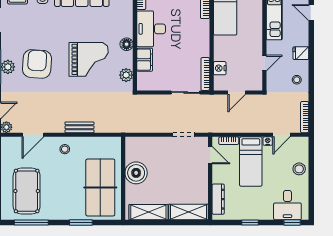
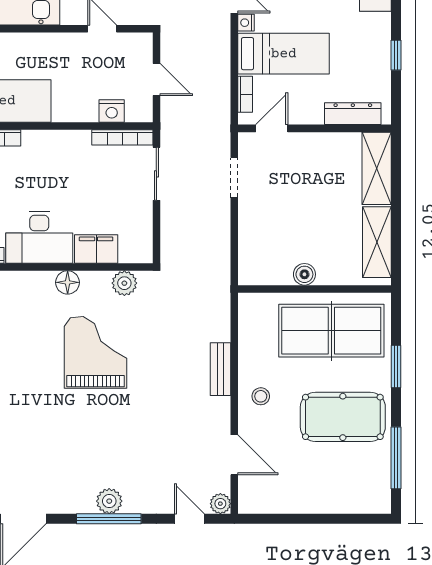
armchair: (37, 64) -> (104, 447), removed
boiler: (136, 173) -> (304, 274), width x0.54, depth x0.54
pool table: (27, 191) -> (343, 417), moved

